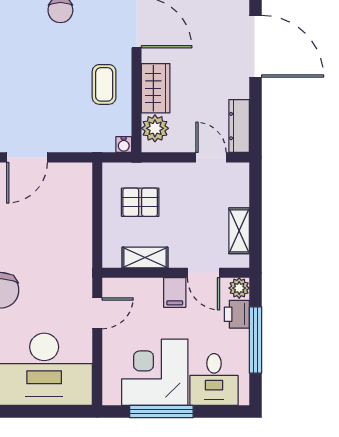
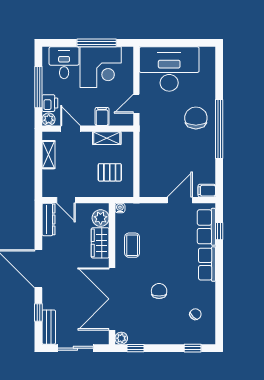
filing cabinet: (175, 292) -> (102, 117), moved

